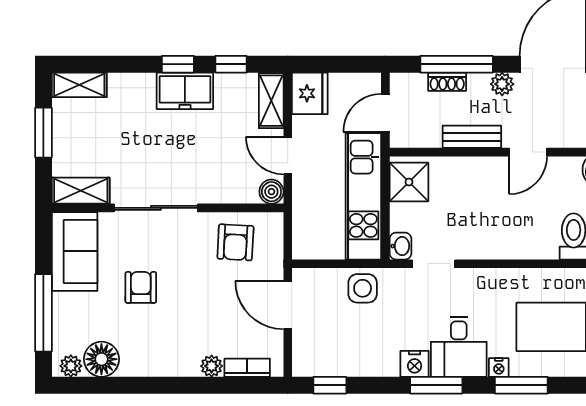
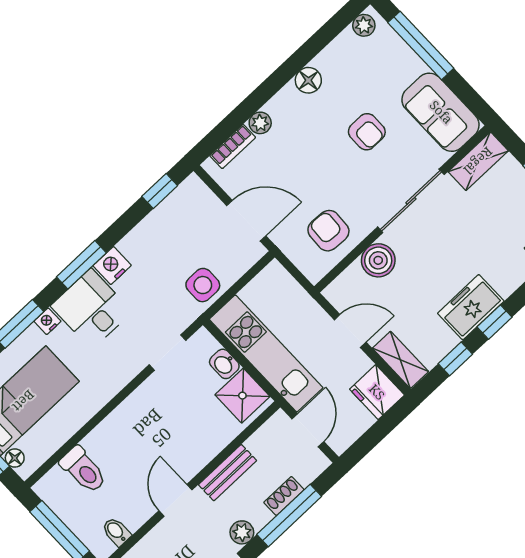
boiler: (271, 192) -> (378, 260), moved, width x1.36, depth x1.36
washbasin: (401, 246) -> (224, 364), moved
floor lamp: (101, 359) -> (308, 80), moved, width x0.73, depth x0.73

